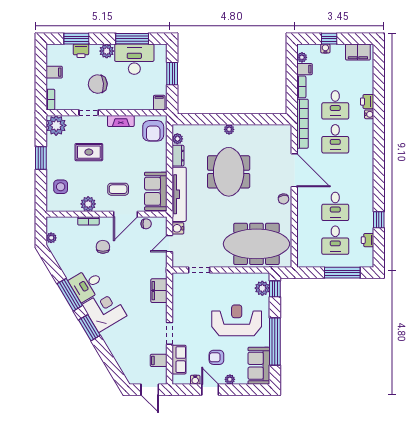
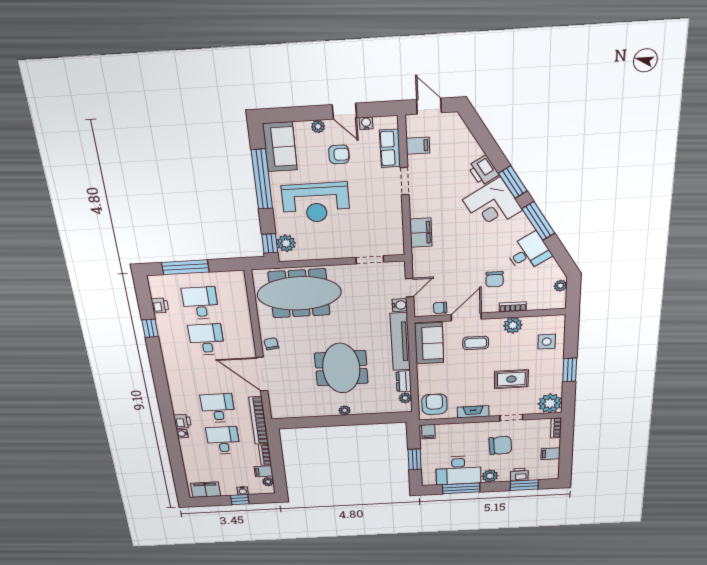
printer: (367, 102) -> (182, 421), moved
desk: (87, 285) -> (528, 253), moved
printer: (111, 338) -> (483, 171), added

